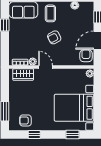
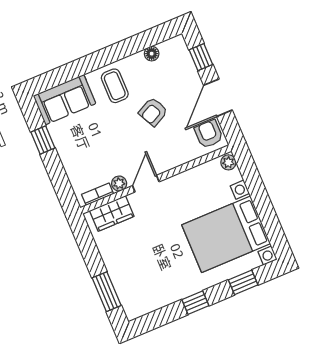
armchair: (54, 37) -> (153, 112), moved
door: (46, 67) -> (146, 184), hinge flipped
armchair: (25, 120) -> (150, 293), removed
window: (34, 134) -> (195, 303), moved

